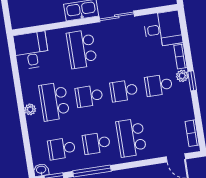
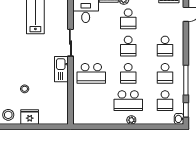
desk: (31, 50) -> (86, 112), removed
school desk: (131, 138) -> (165, 46), width x0.54

